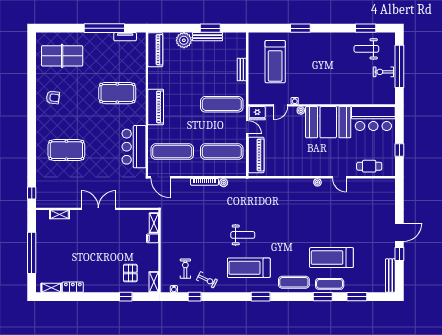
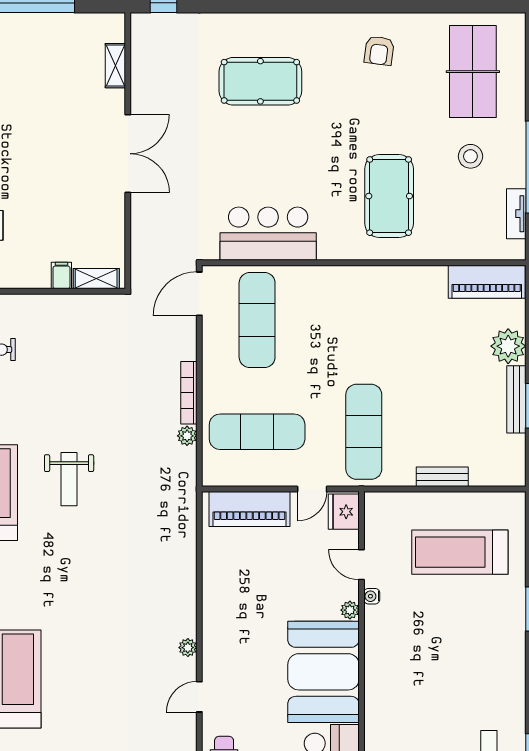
stool: (100, 57) -> (470, 156), added
piano: (156, 107) -> (358, 283), removed
pool table: (66, 150) -> (260, 81), turned 90
exercise mat: (222, 152) -> (257, 432), turned 90

